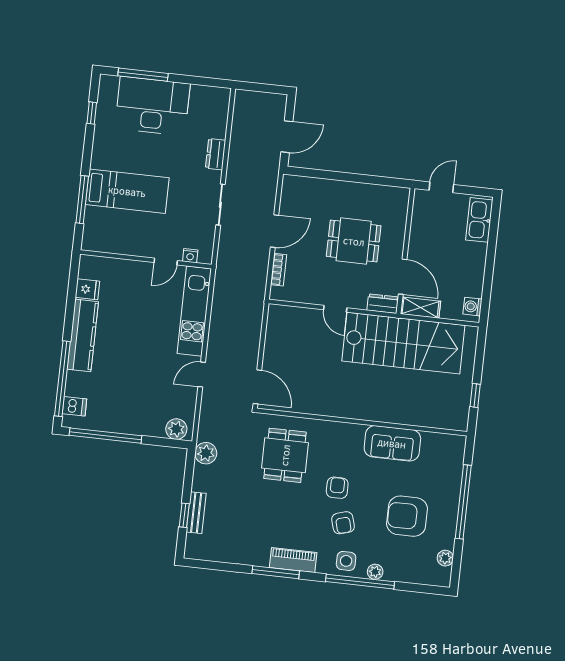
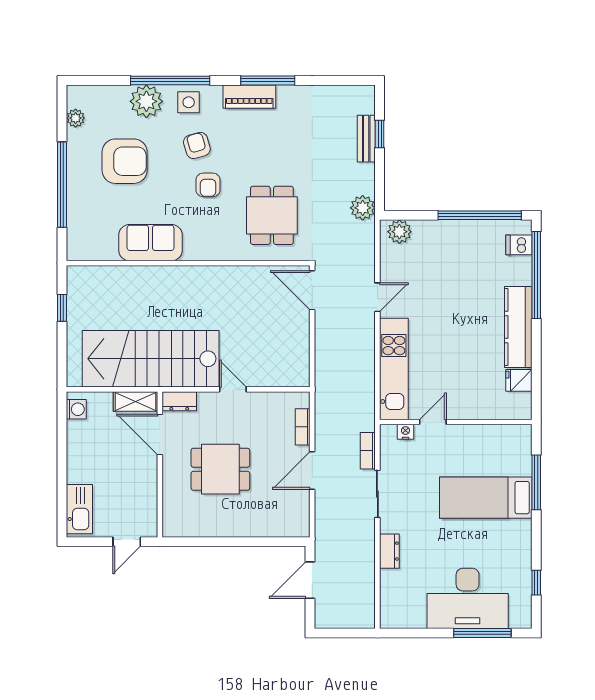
bookcase: (225, 243) -> (368, 451), added
plant: (375, 572) -> (146, 101), width x1.88, depth x1.88

